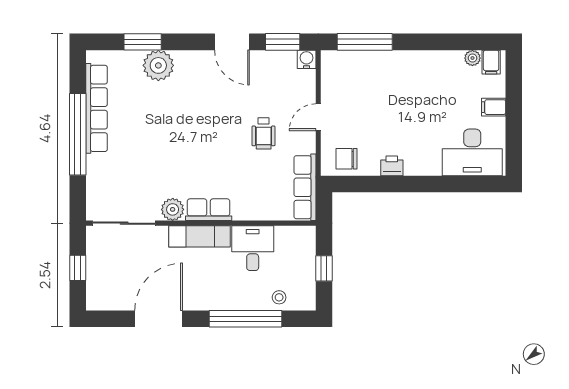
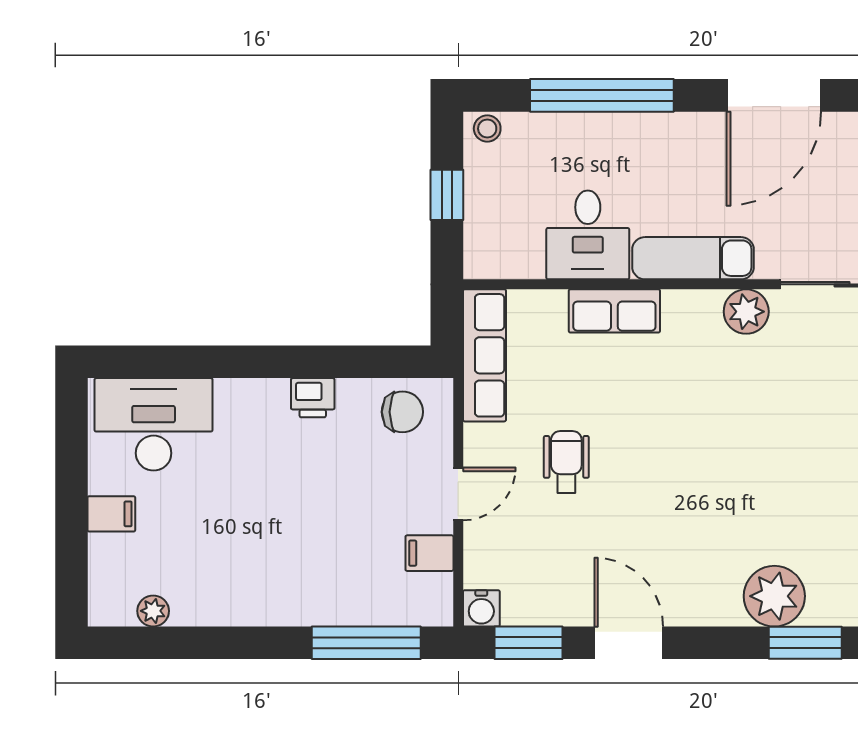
filing cabinet: (491, 62) -> (429, 553), moved, turned -90
row of seats: (209, 210) -> (614, 311), moved
stool: (279, 297) -> (487, 129), moved

